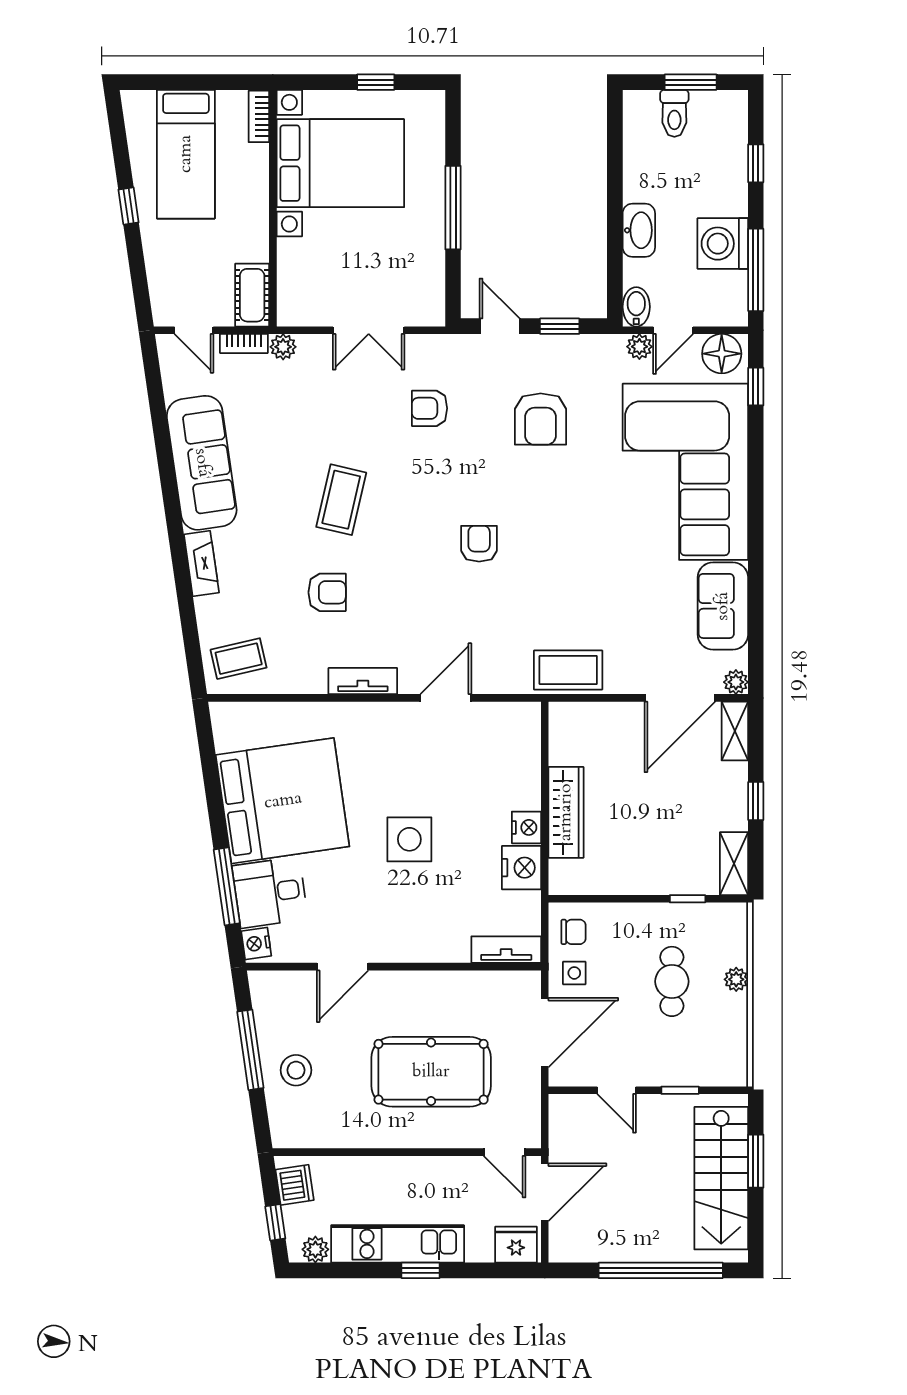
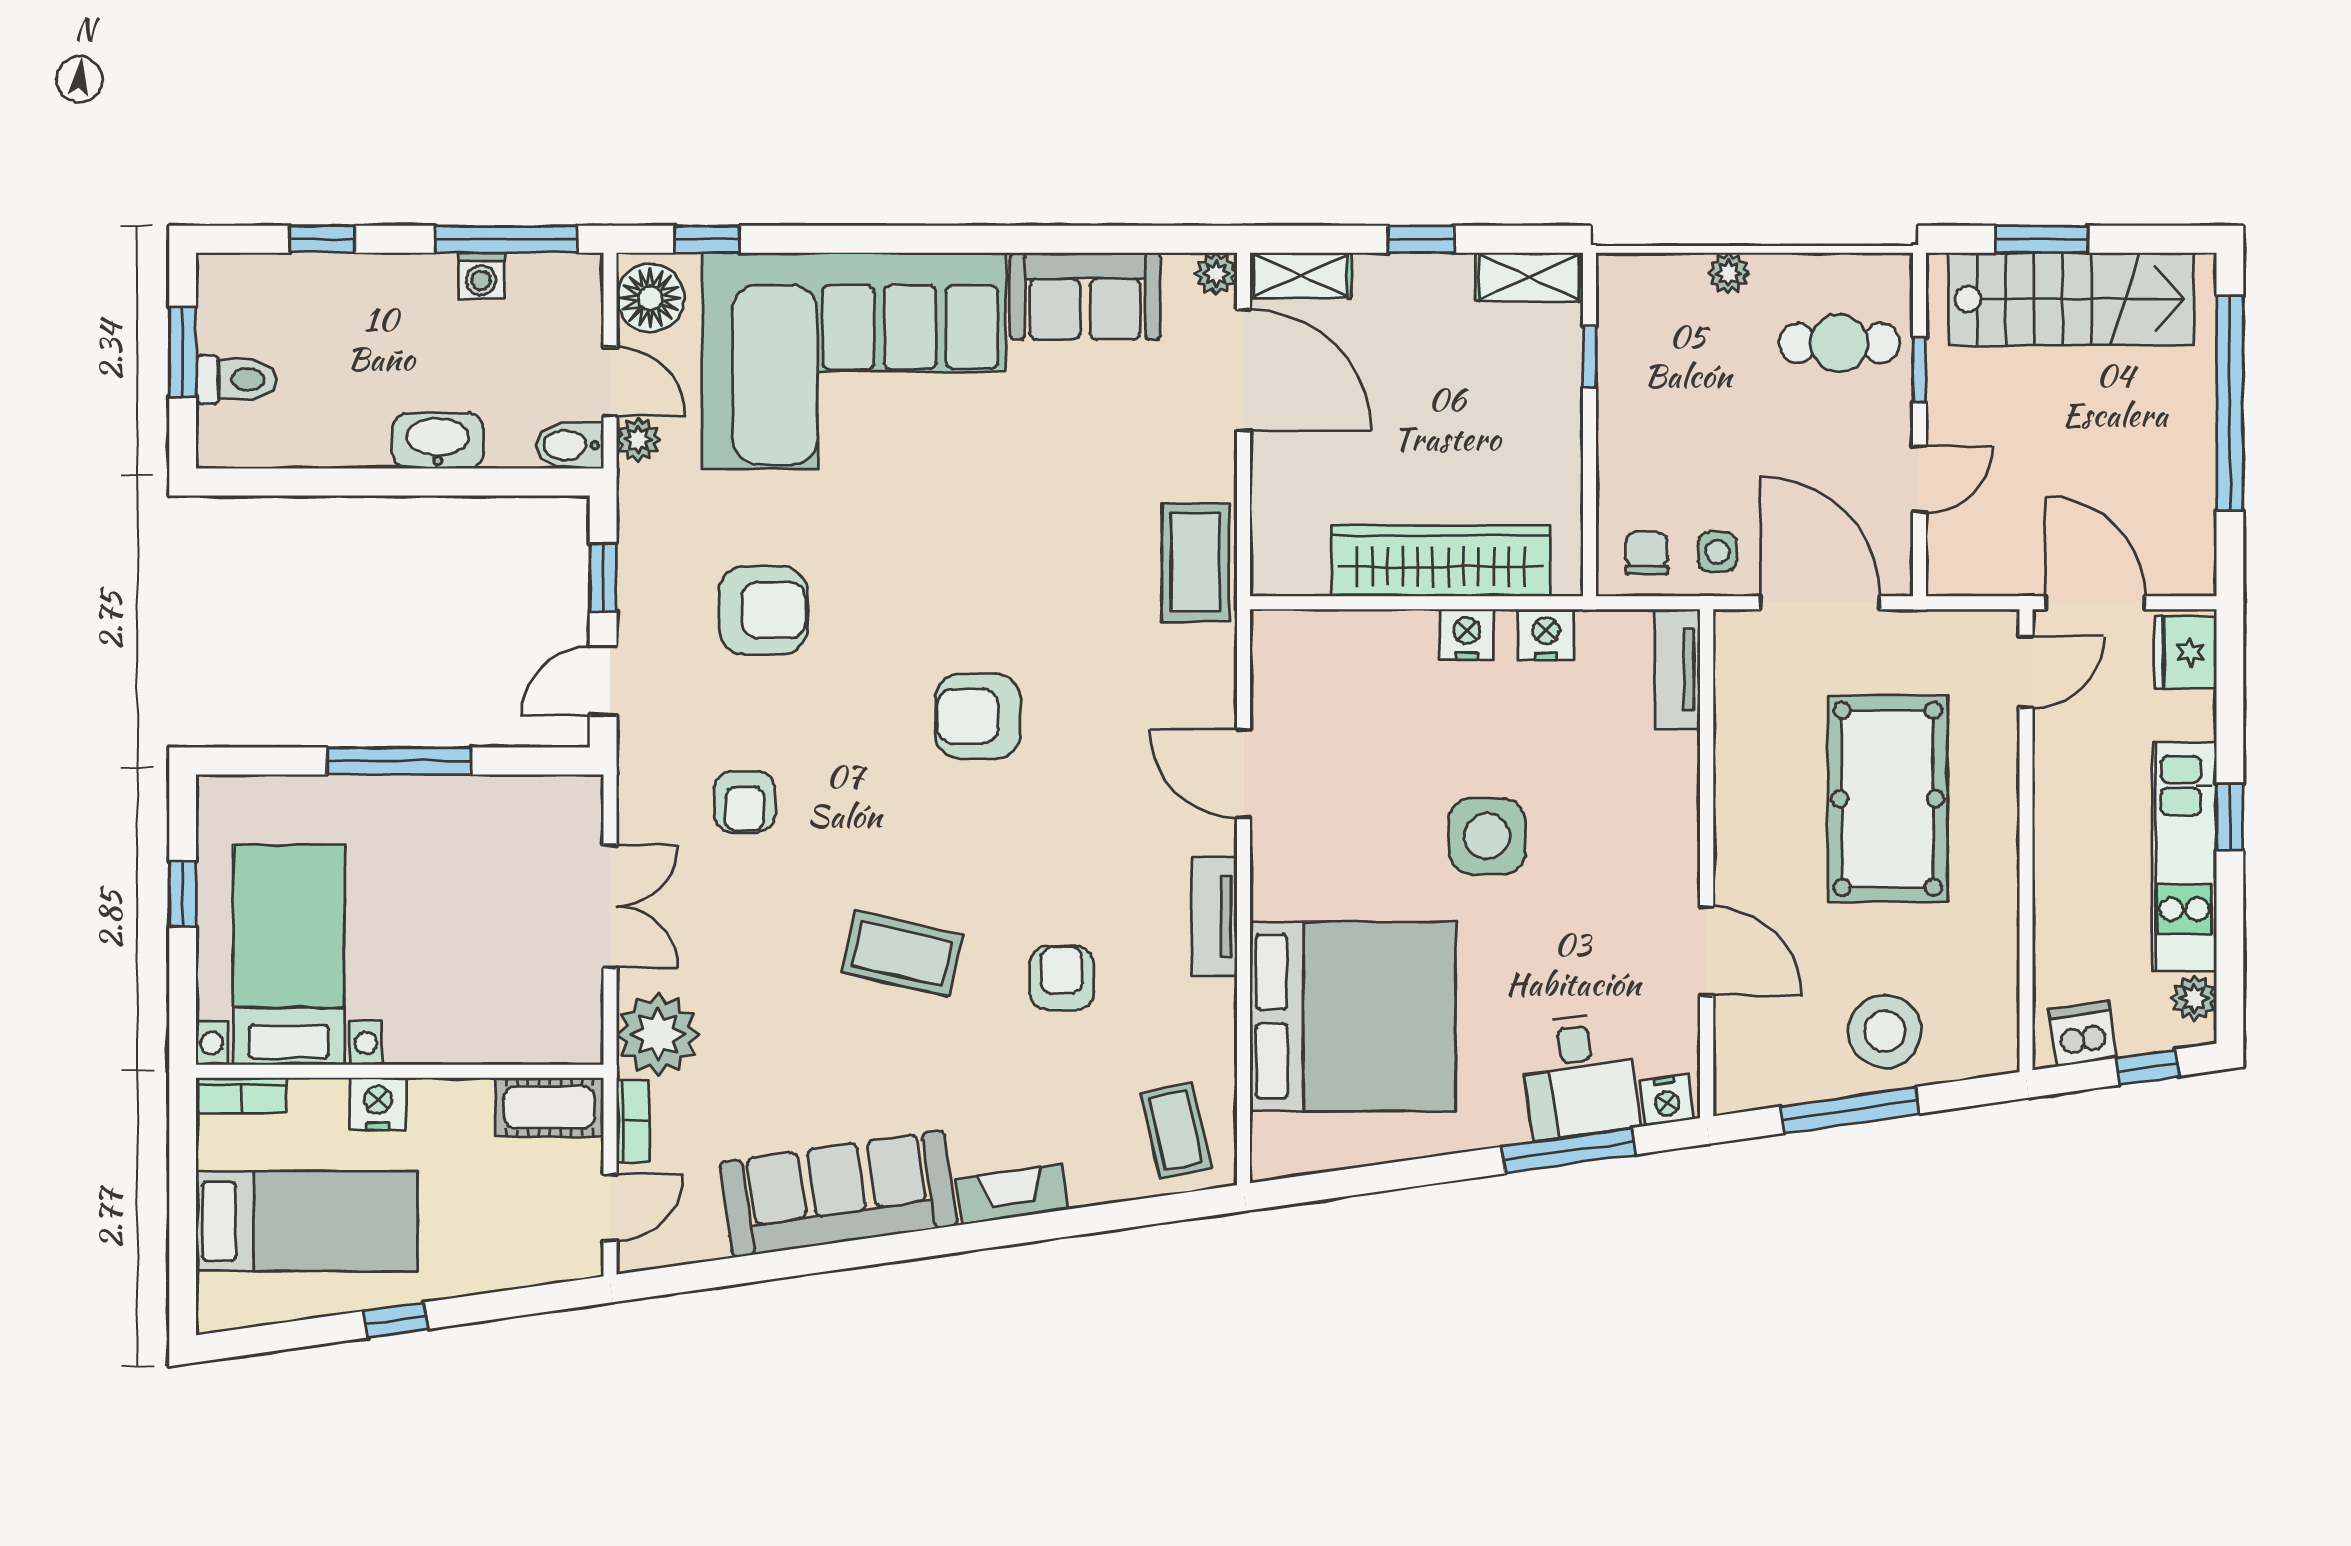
bed with nightstands: (340, 163) -> (289, 955), width x0.73
nightstand: (254, 195) -> (378, 1104), added
washing machine: (723, 244) -> (481, 276), width x0.53, depth x0.53
plant: (283, 347) -> (658, 1034), width x1.88, depth x1.88
armchair: (479, 544) -> (978, 716), width x1.38, depth x1.38
bed: (283, 801) -> (1353, 1016), moved, turned 98
wardrobe: (566, 812) -> (1441, 561), width x1.40, depth x1.17
nightstand: (521, 868) -> (1546, 635), width x0.74, depth x0.75
cafe table: (672, 981) -> (1839, 343), moved
stool: (296, 1070) -> (1885, 1031), width x1.38, depth x1.38

